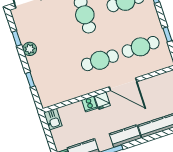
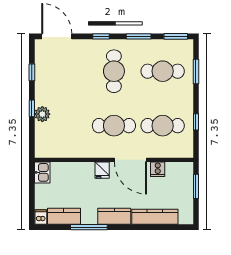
plant: (30, 49) -> (42, 114), moved
window: (30, 80) -> (32, 108), moved
cooker: (90, 104) -> (158, 169), moved

